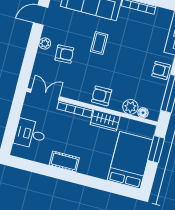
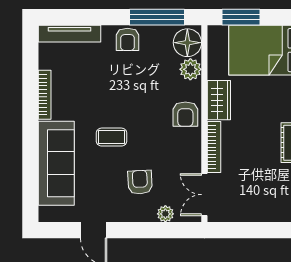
plant: (45, 43) -> (165, 214), moved
floor lamp: (143, 113) -> (187, 43), width x1.89, depth x1.89
desk: (30, 134) -> (266, 201), removed

